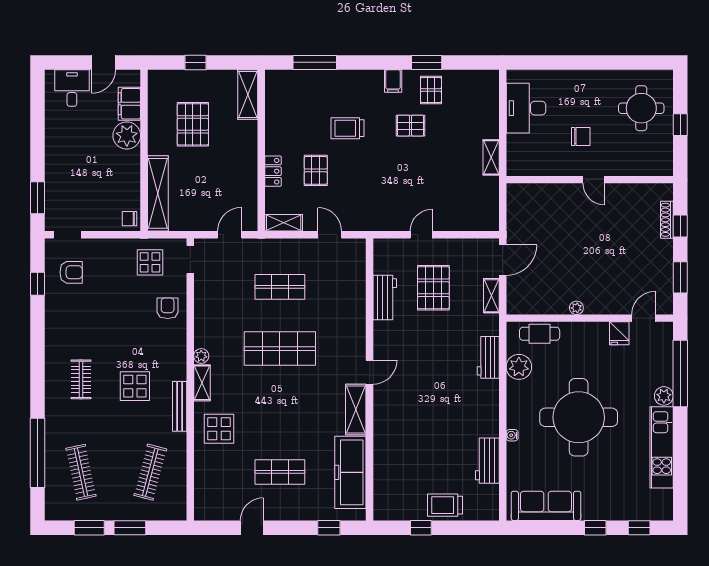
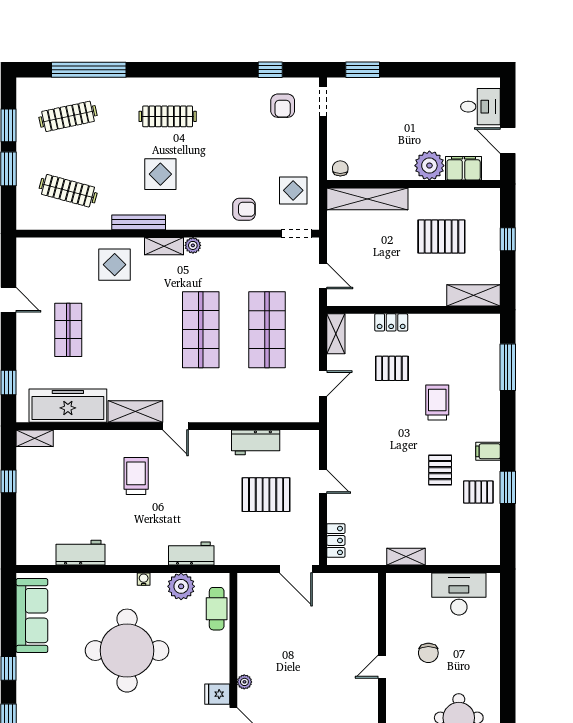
locker: (476, 223) -> (336, 540), added
shop shelf: (280, 287) -> (267, 330), width x1.43, depth x1.36
shelving: (491, 296) -> (35, 438), moved
plant: (576, 308) -> (244, 682), moved
clothes rail: (81, 379) -> (168, 116), width x1.36
water cooler: (512, 435) -> (144, 579), moved
trolley: (445, 505) -> (136, 476), moved

